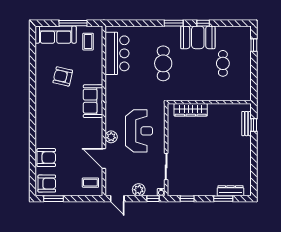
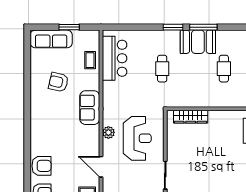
window: (73, 23) -> (69, 27), width x0.69
window: (203, 23) -> (203, 27), width x2.17
coffee table: (88, 42) -> (90, 60), moved
cafe table: (163, 63) -> (162, 69), width x0.73, depth x0.74
plant: (111, 137) -> (108, 132), moved

